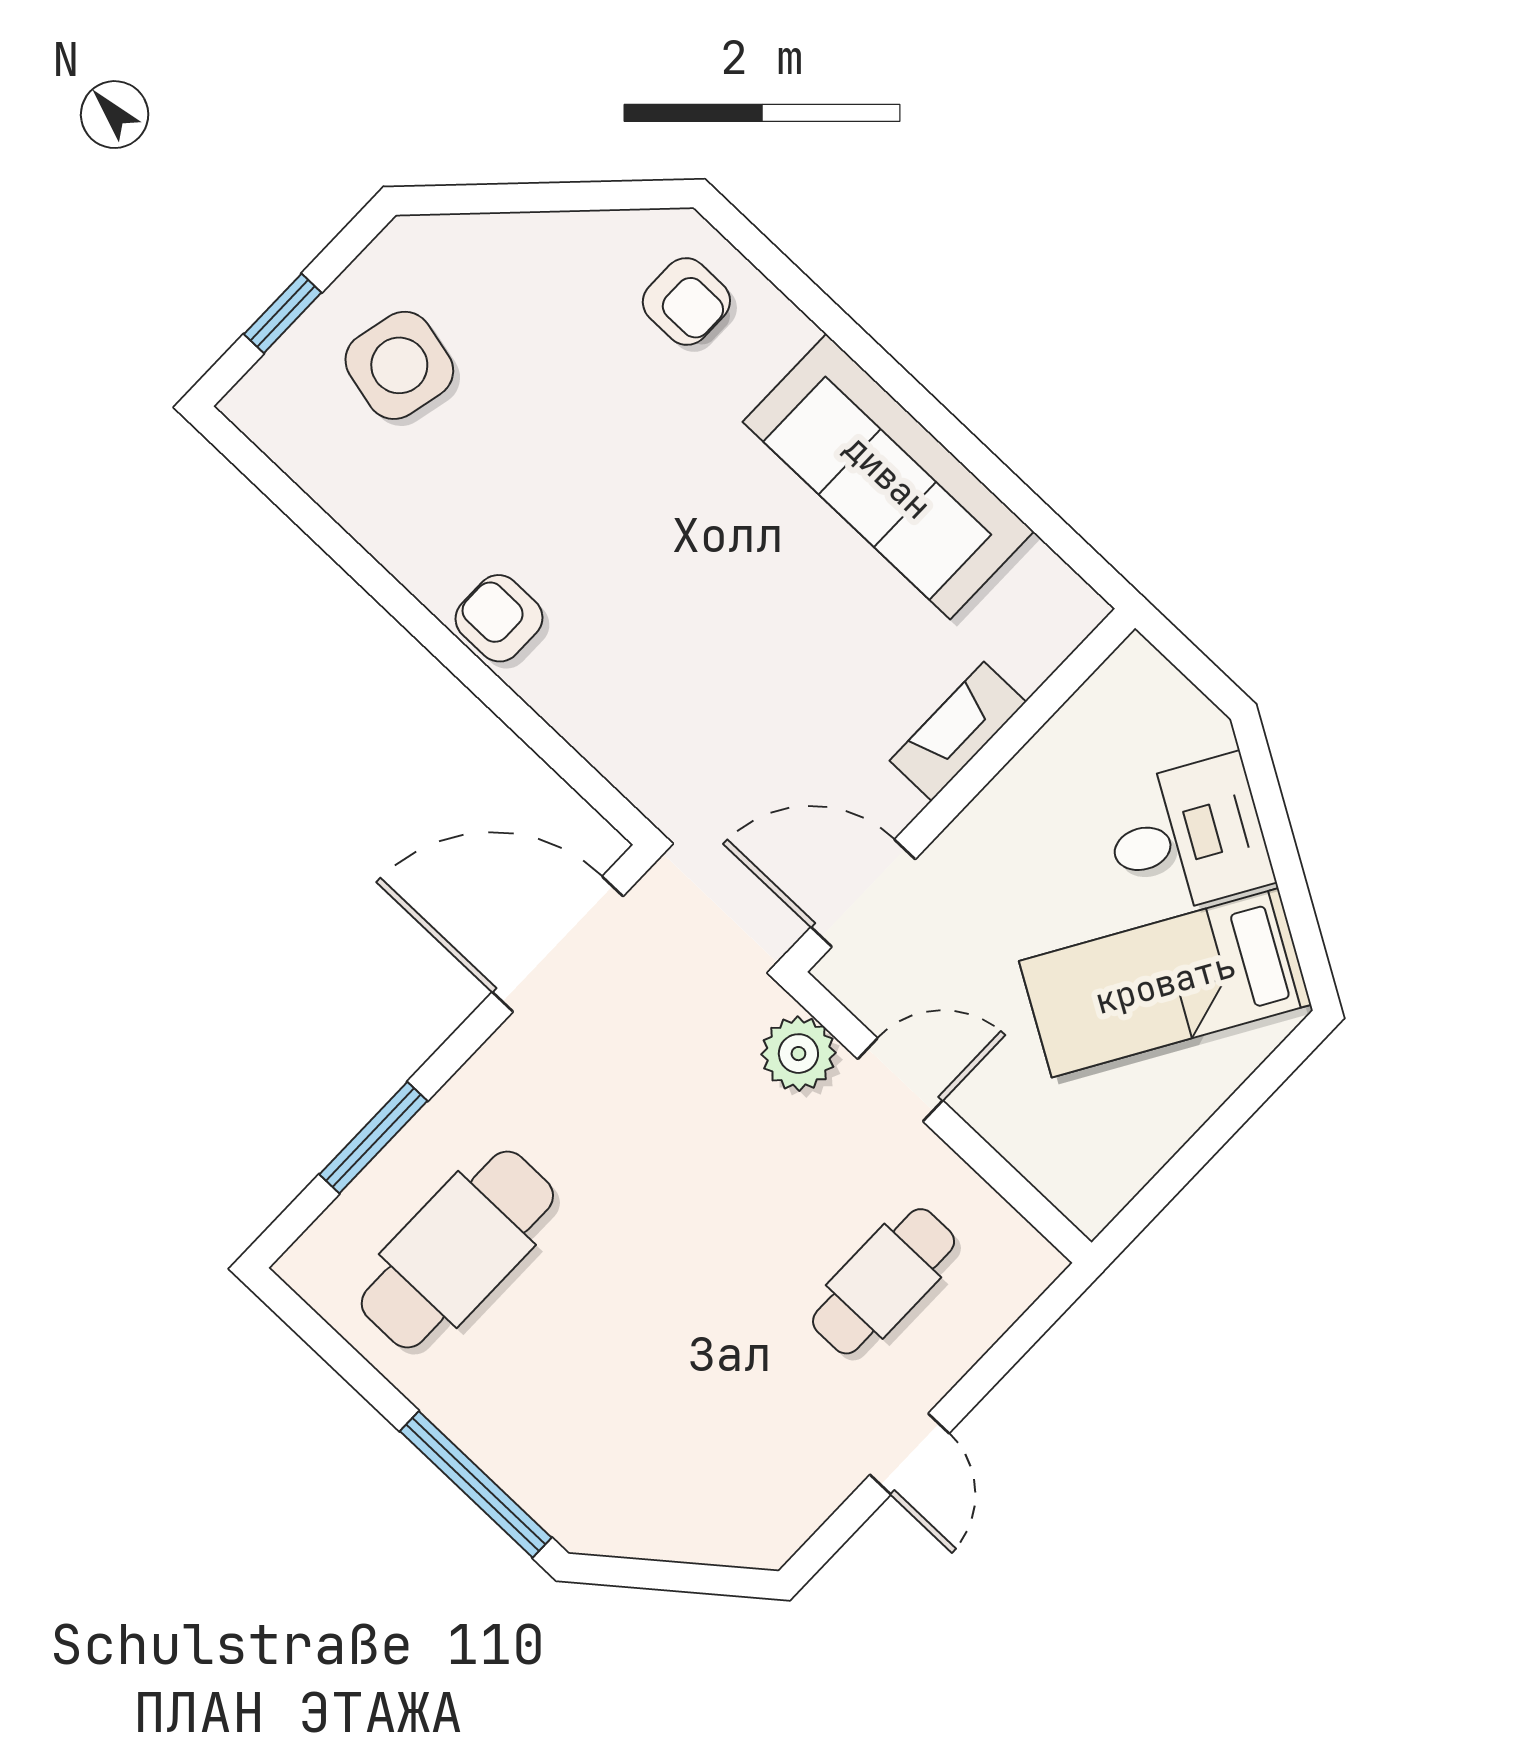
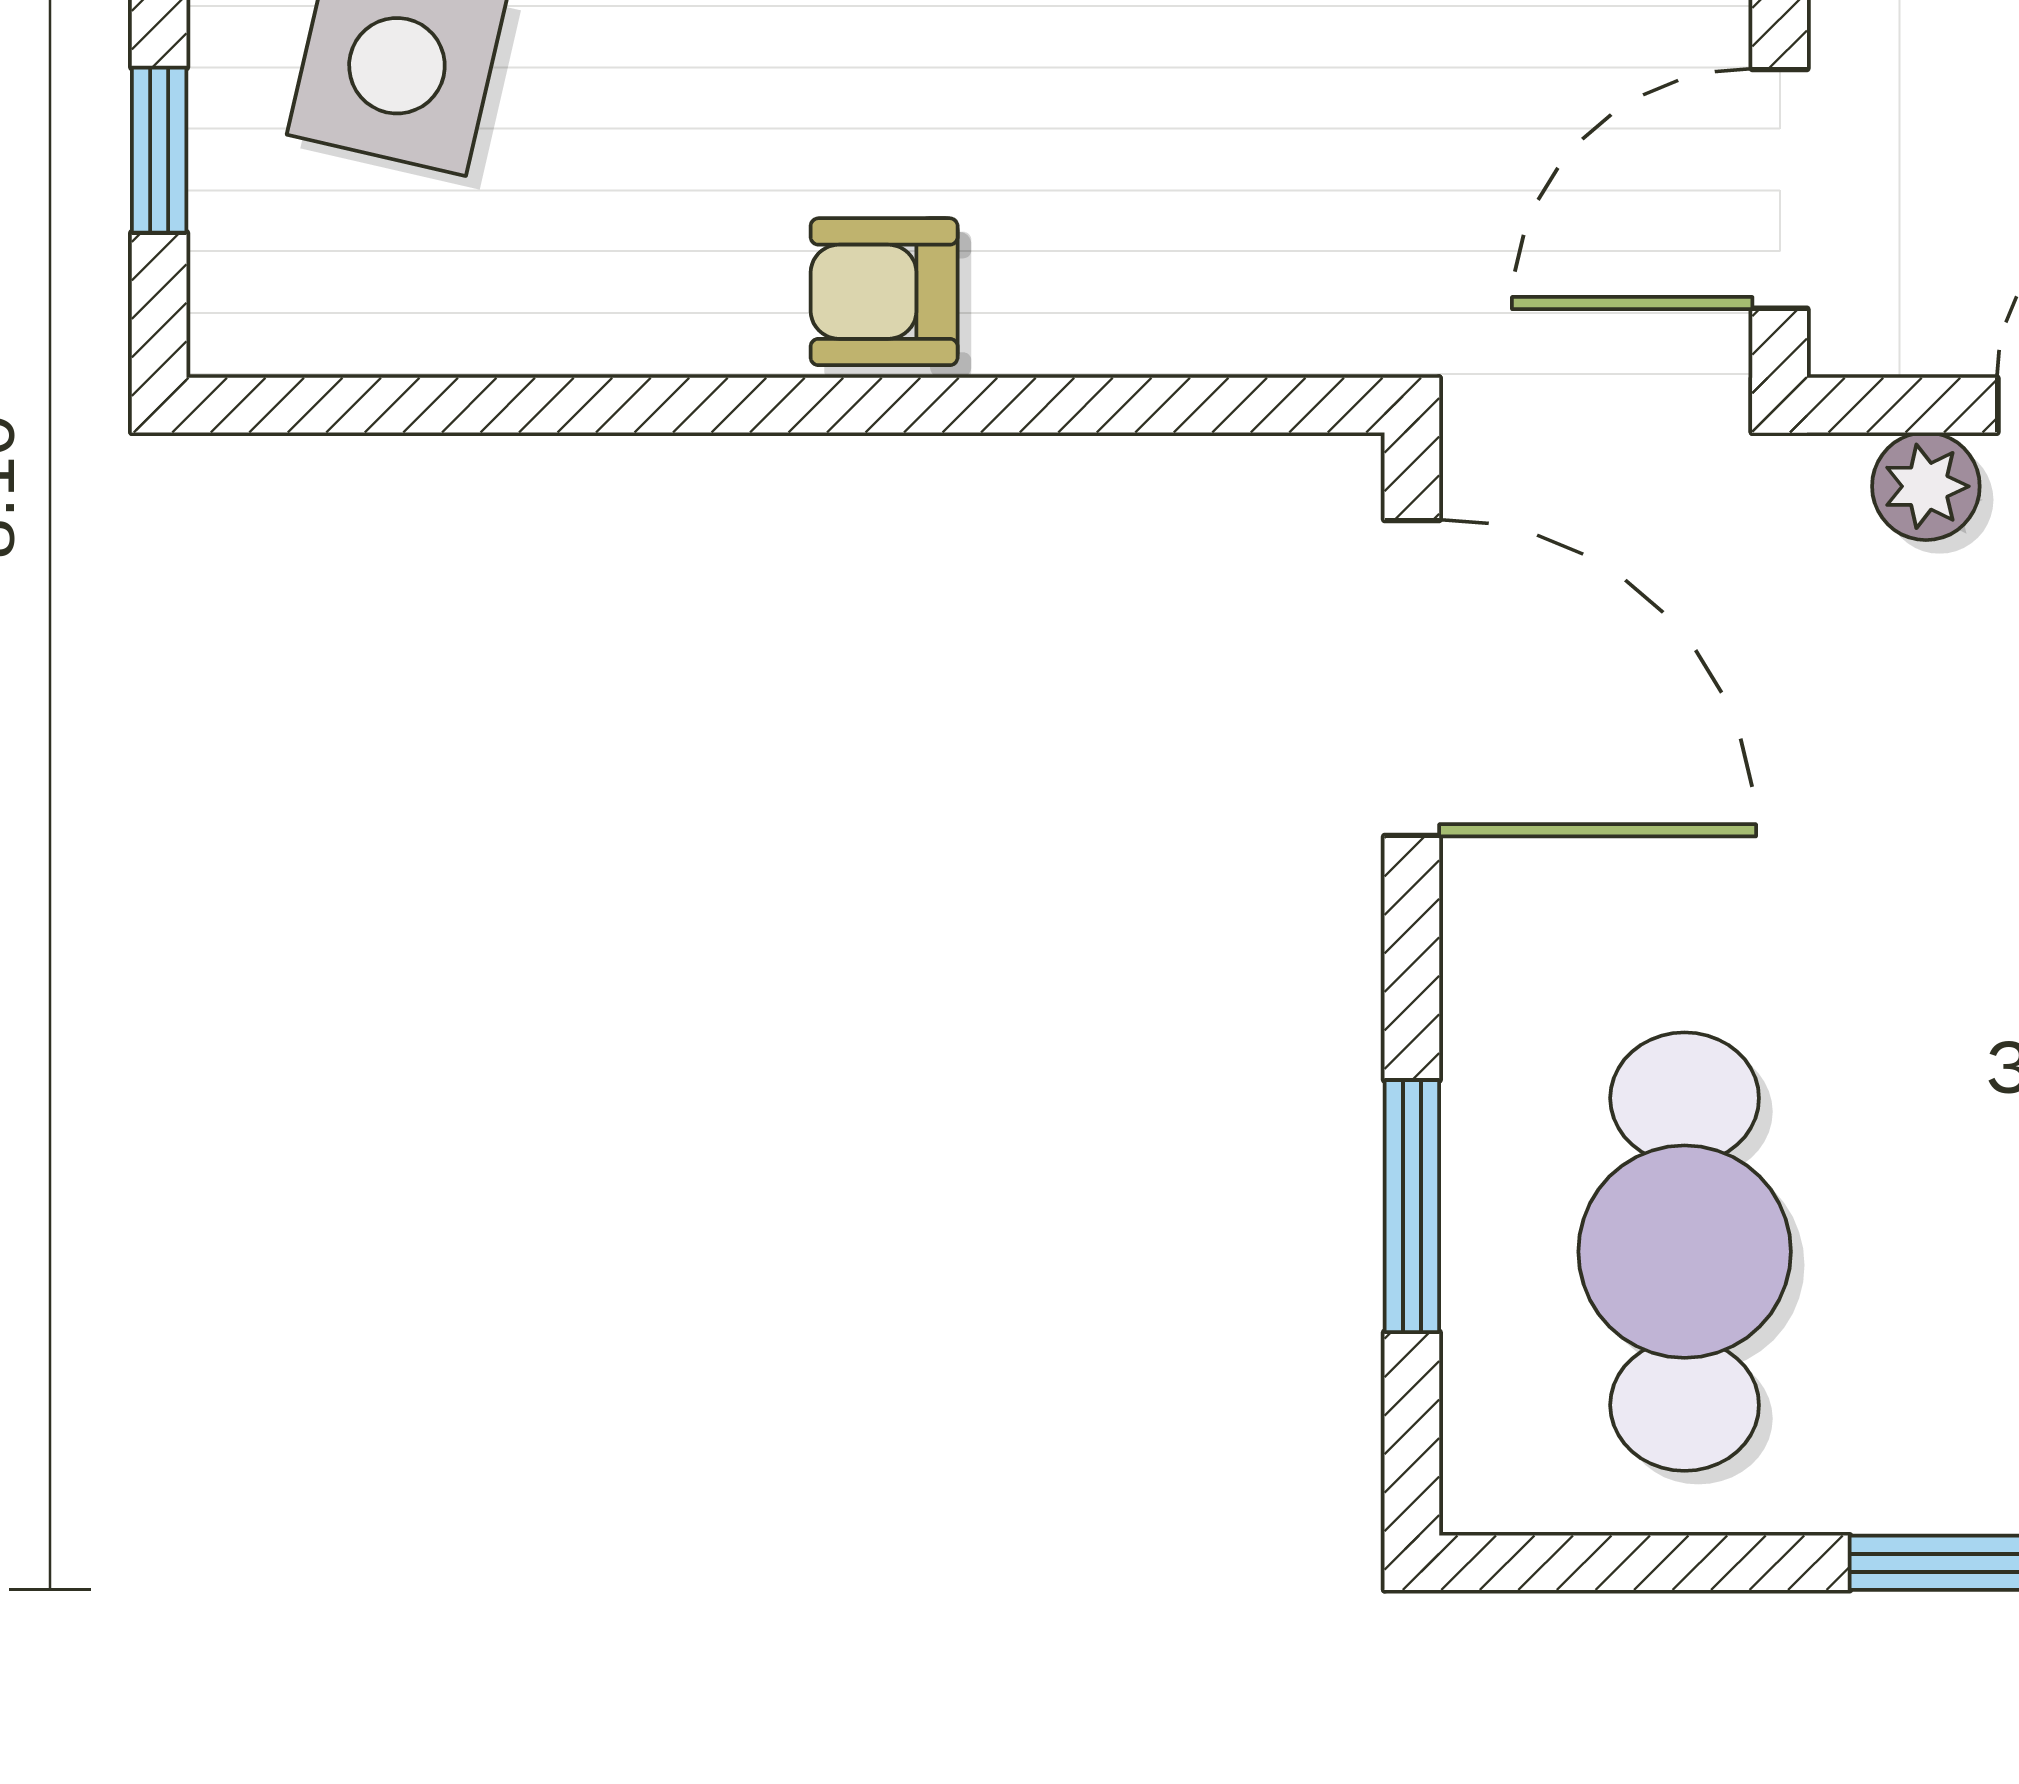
door: (558, 944) -> (1412, 678), swing flipped
plant: (798, 1054) -> (1926, 486), width x0.73, depth x0.73

